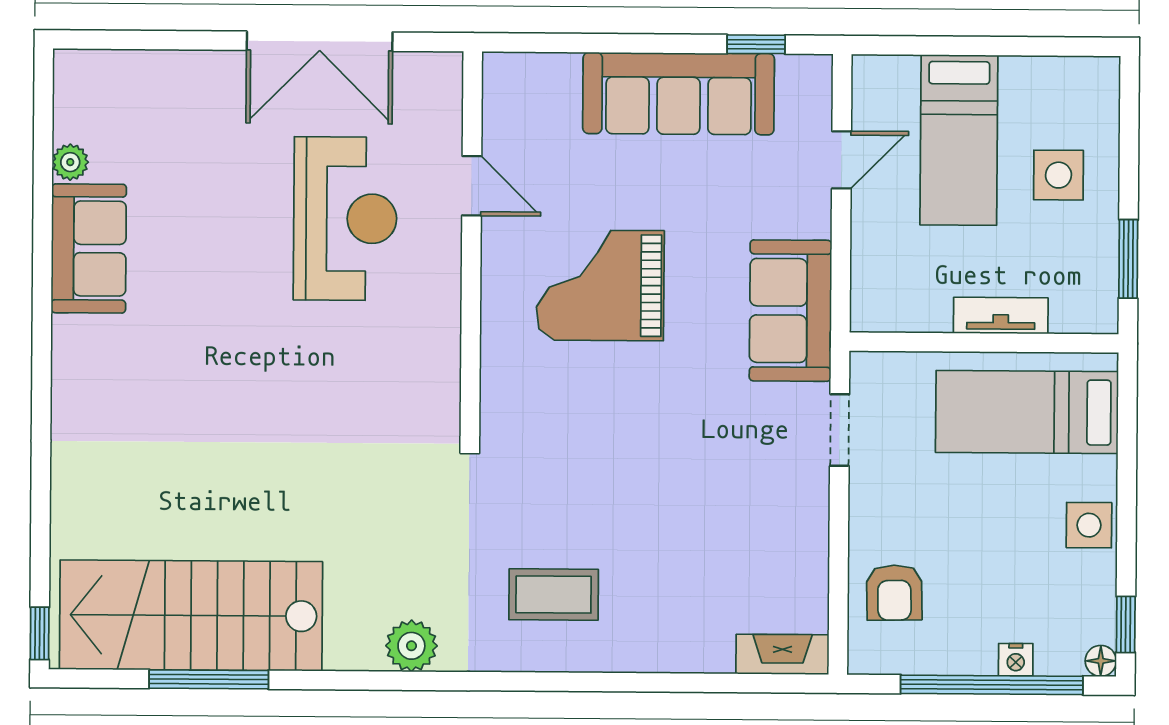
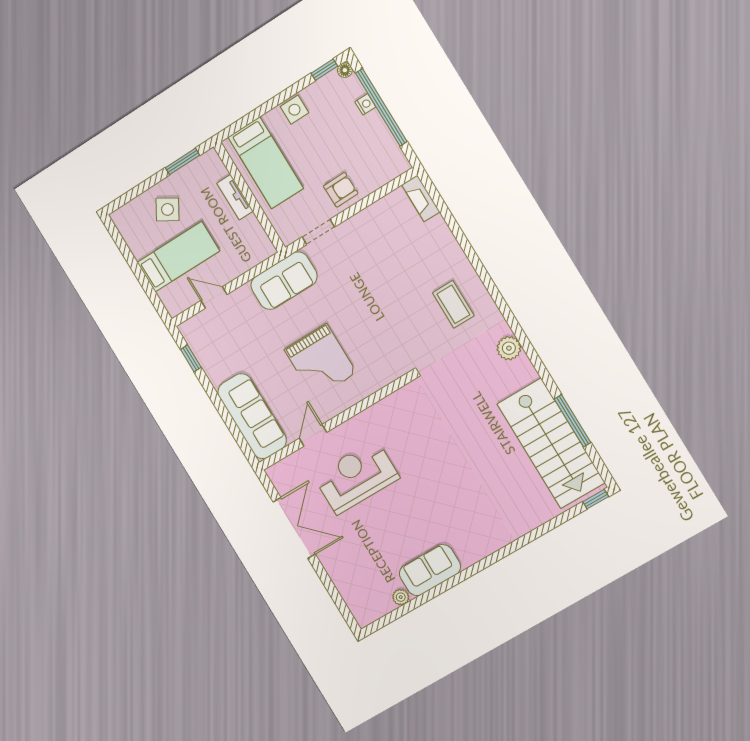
sofa: (679, 94) -> (252, 416), moved
side table: (1058, 175) -> (168, 209), turned 31
armchair: (894, 593) -> (341, 190), moved

